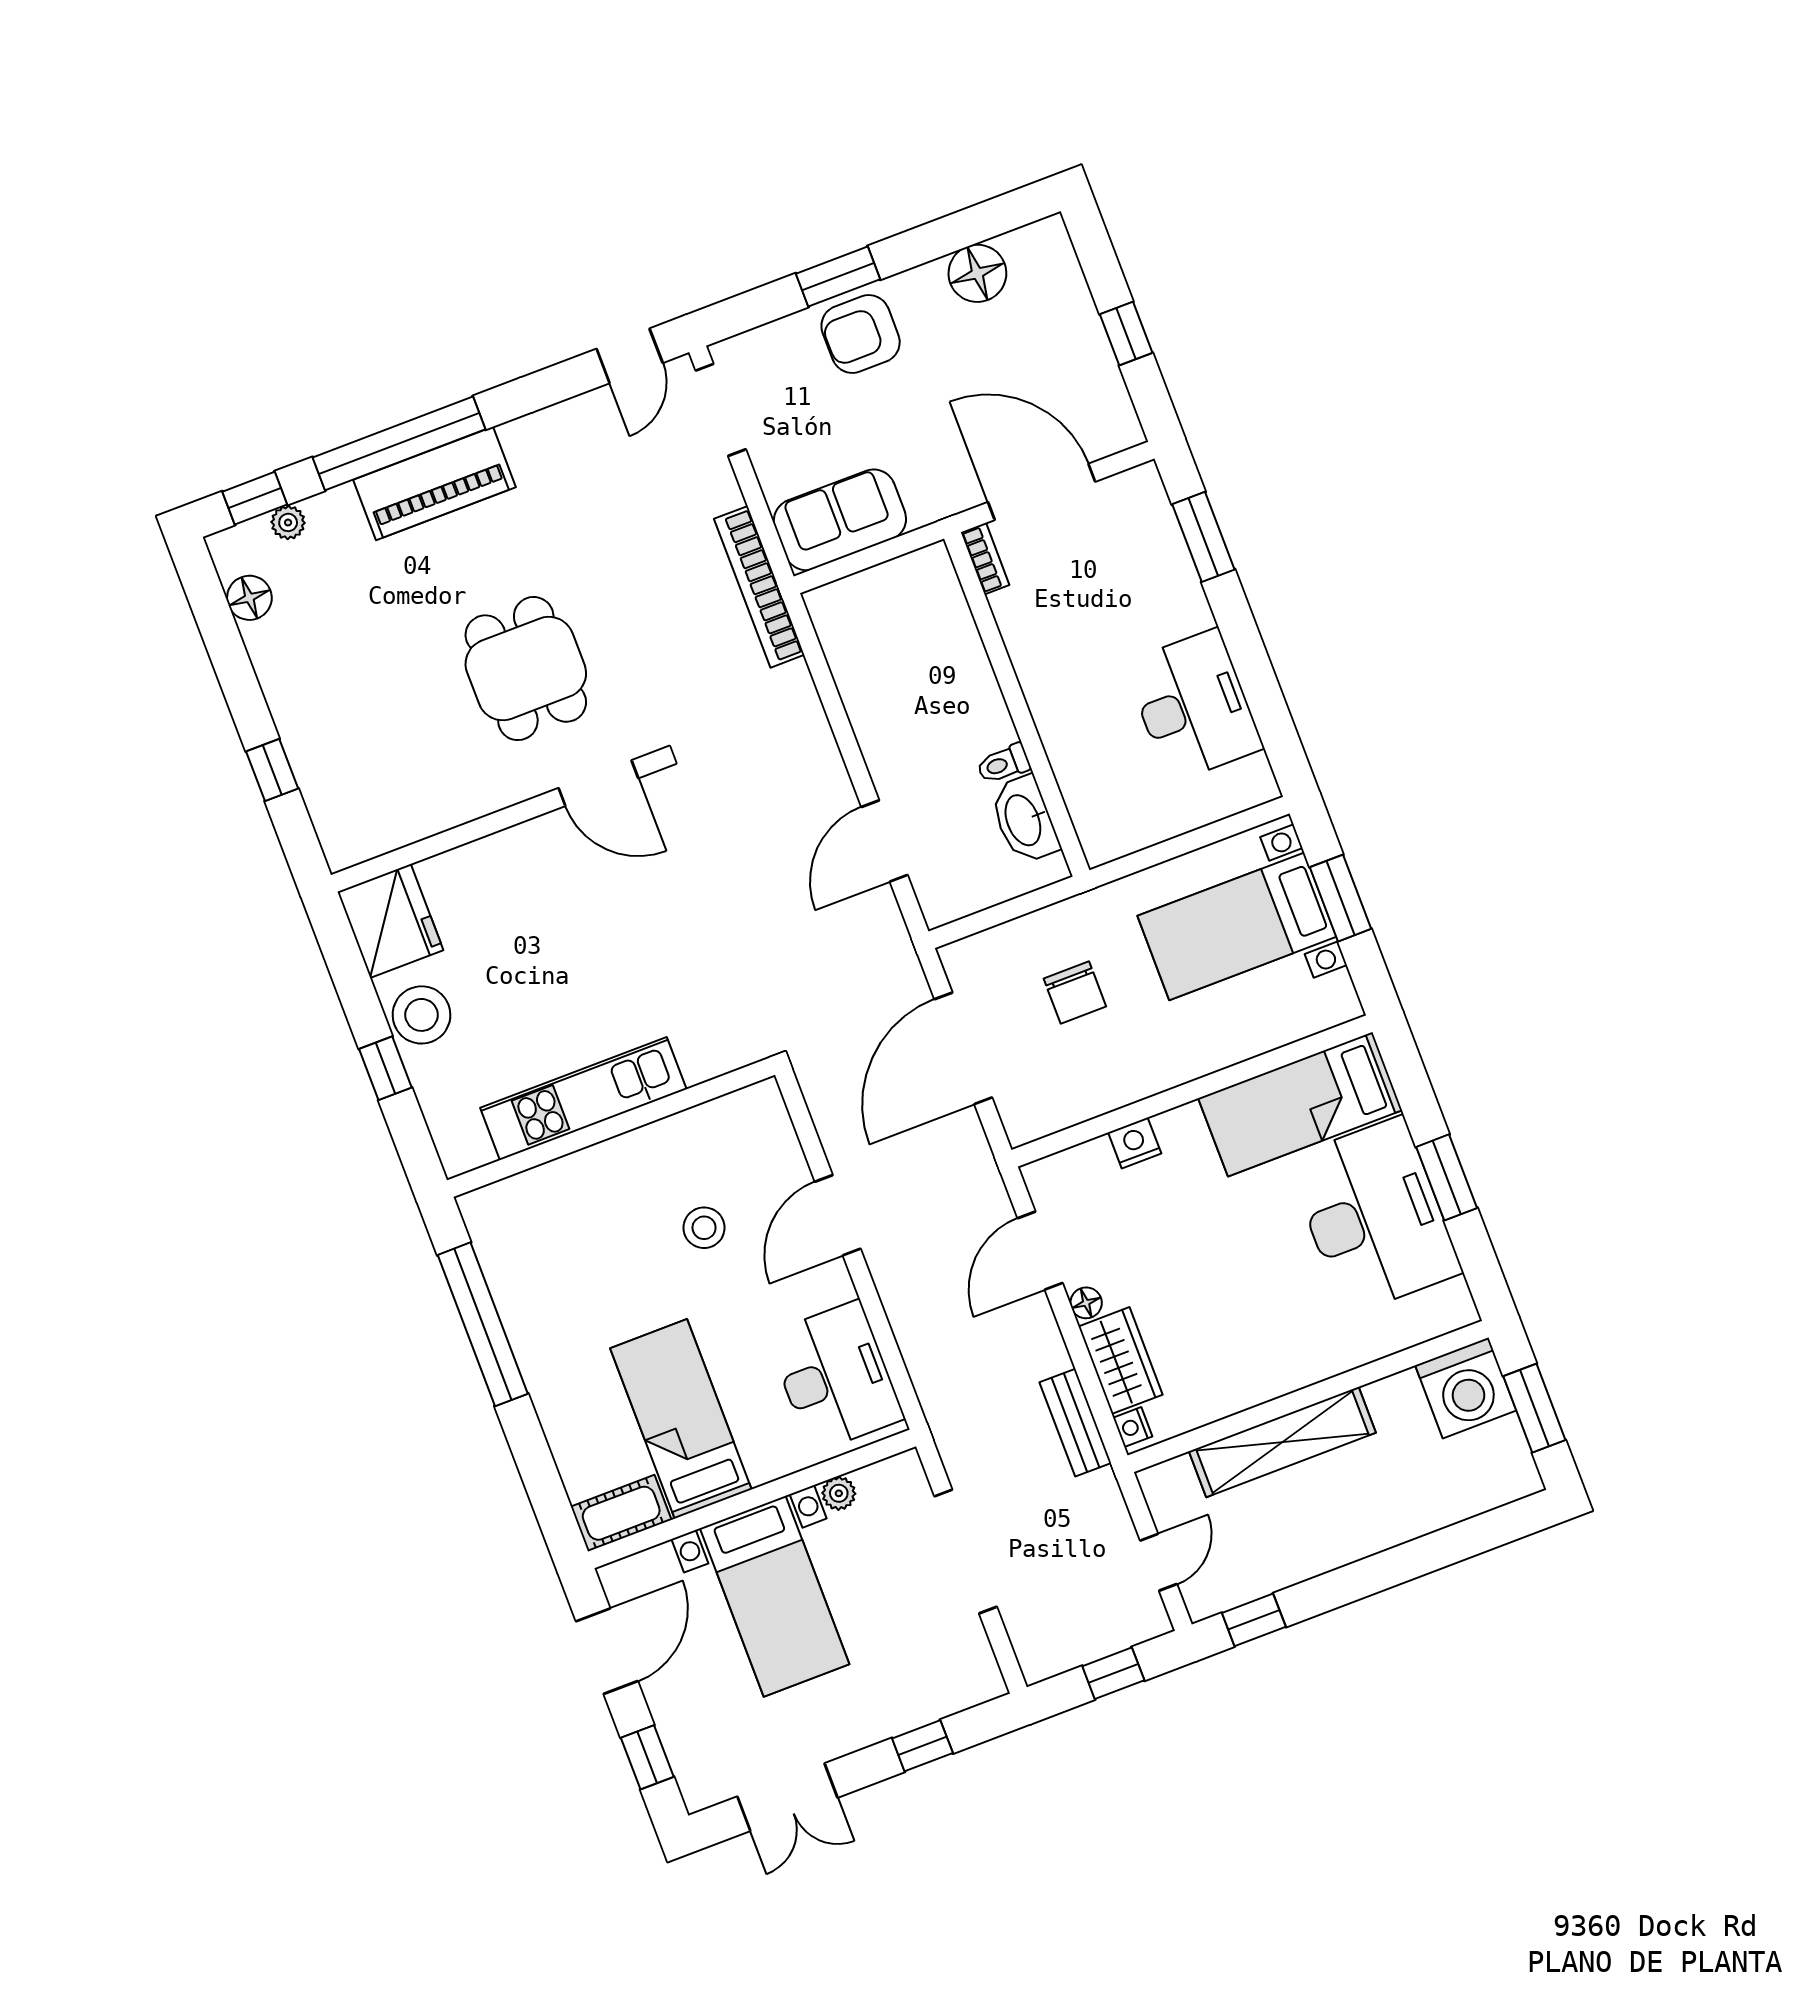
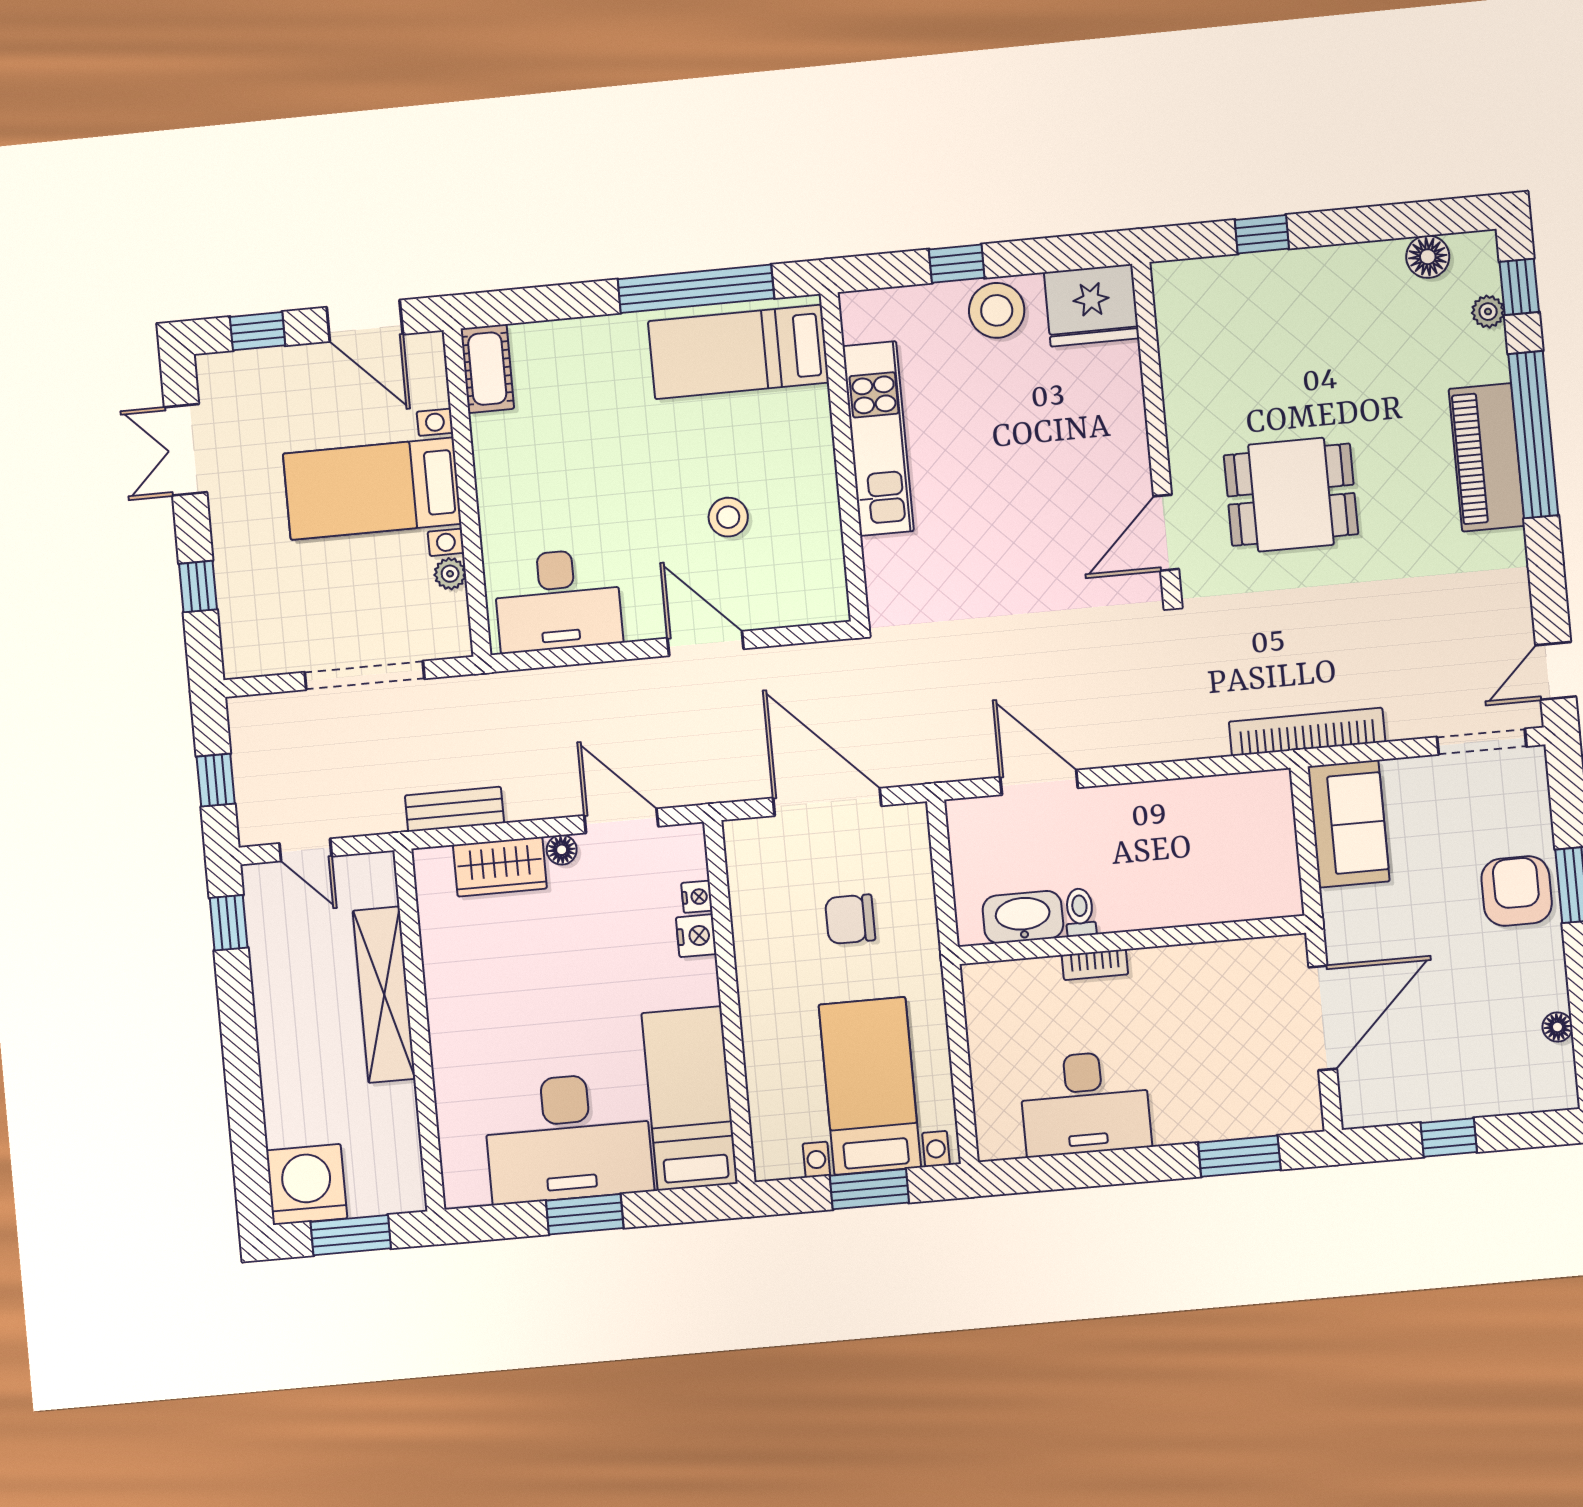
floor lamp: (977, 273) -> (1557, 1027), width x0.53, depth x0.53
door: (630, 356) -> (1556, 671), hinge flipped
bookcase: (985, 559) -> (1095, 965), moved
washing machine: (1466, 1388) -> (307, 1184), moved, turned 90
bed: (681, 1419) -> (738, 352), moved, turned 180
nightstand: (1133, 1427) -> (697, 897), moved, turned 90

